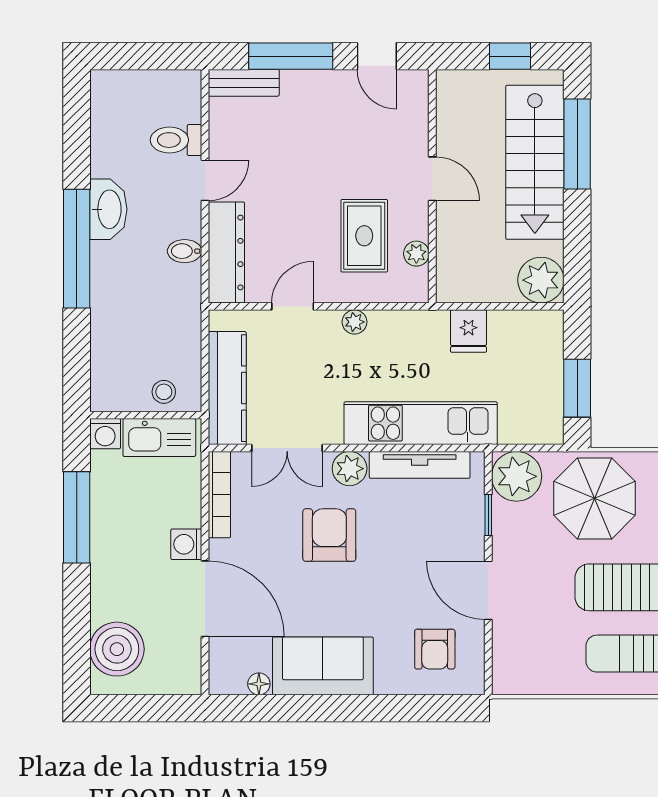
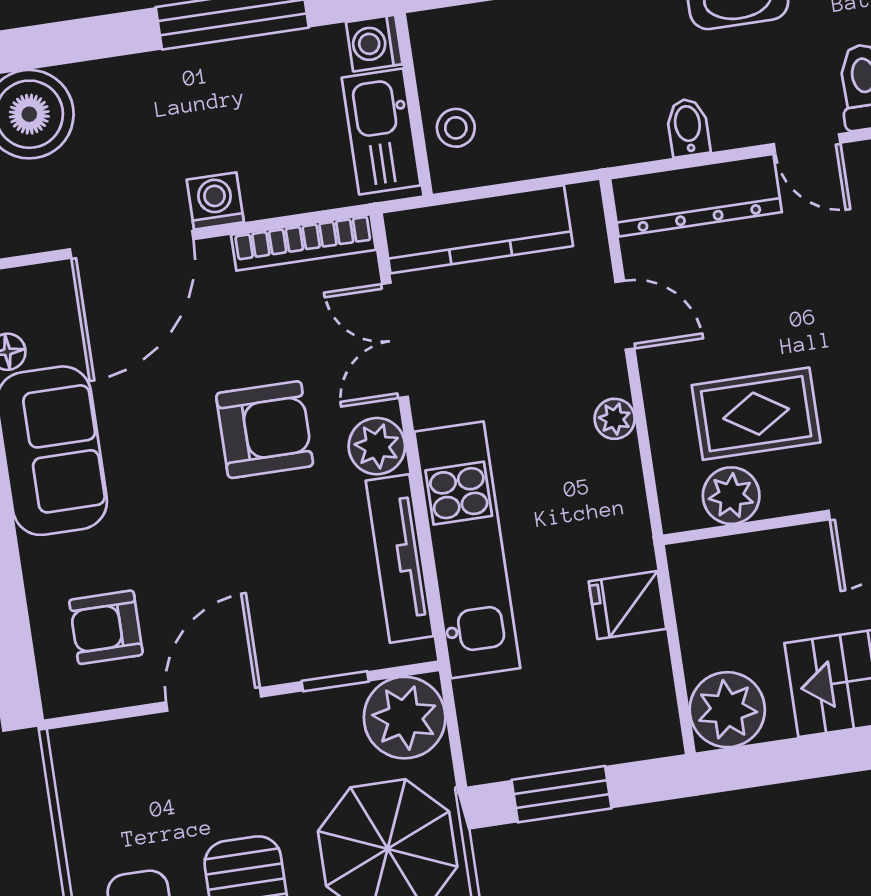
plant: (416, 254) -> (731, 496), width x1.38, depth x1.38

